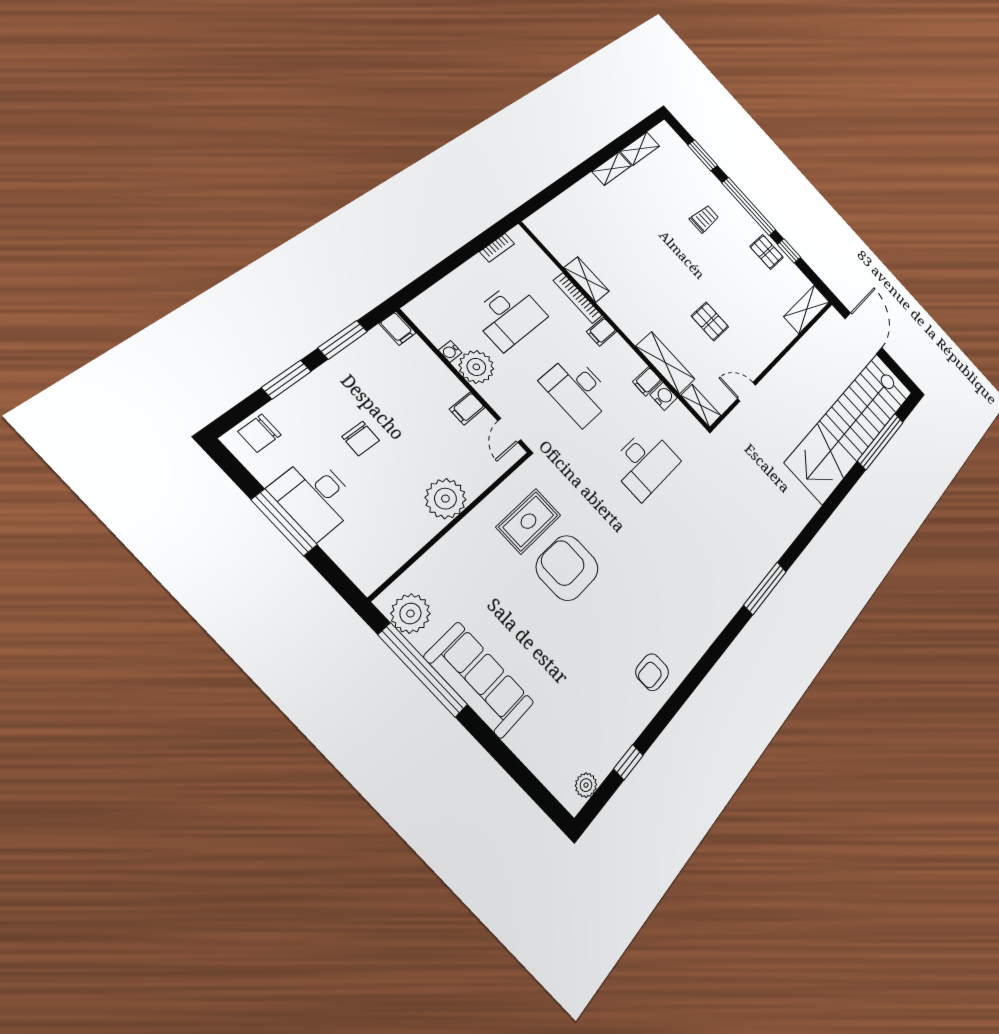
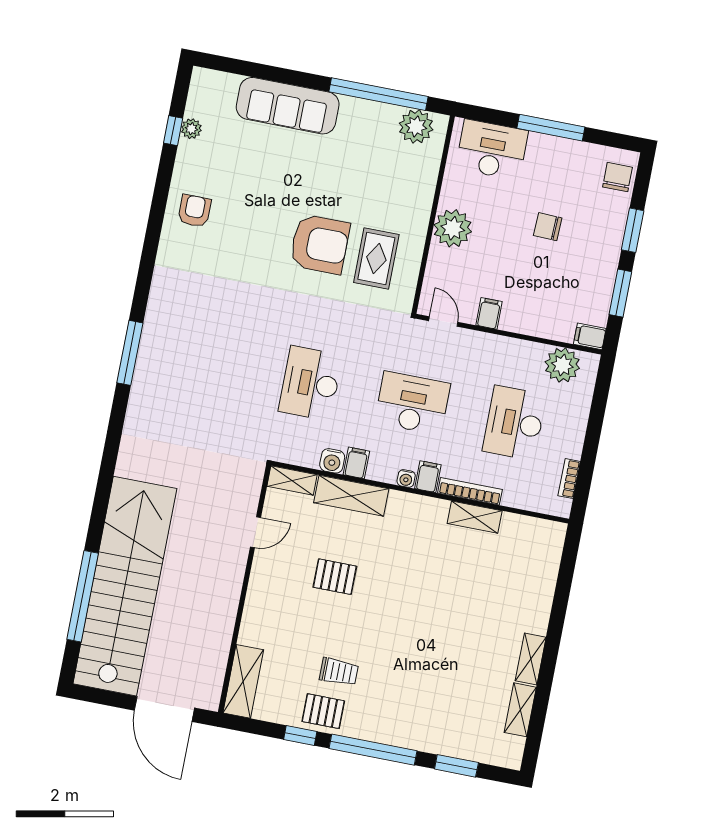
trolley: (704, 219) -> (339, 672), moved, turned -90
water cooler: (450, 352) -> (406, 478), moved, turned 180
plant: (476, 367) -> (562, 365), moved
desk: (315, 497) -> (492, 150), moved
sofa: (479, 680) -> (288, 106), moved
plant: (586, 785) -> (191, 129), moved

